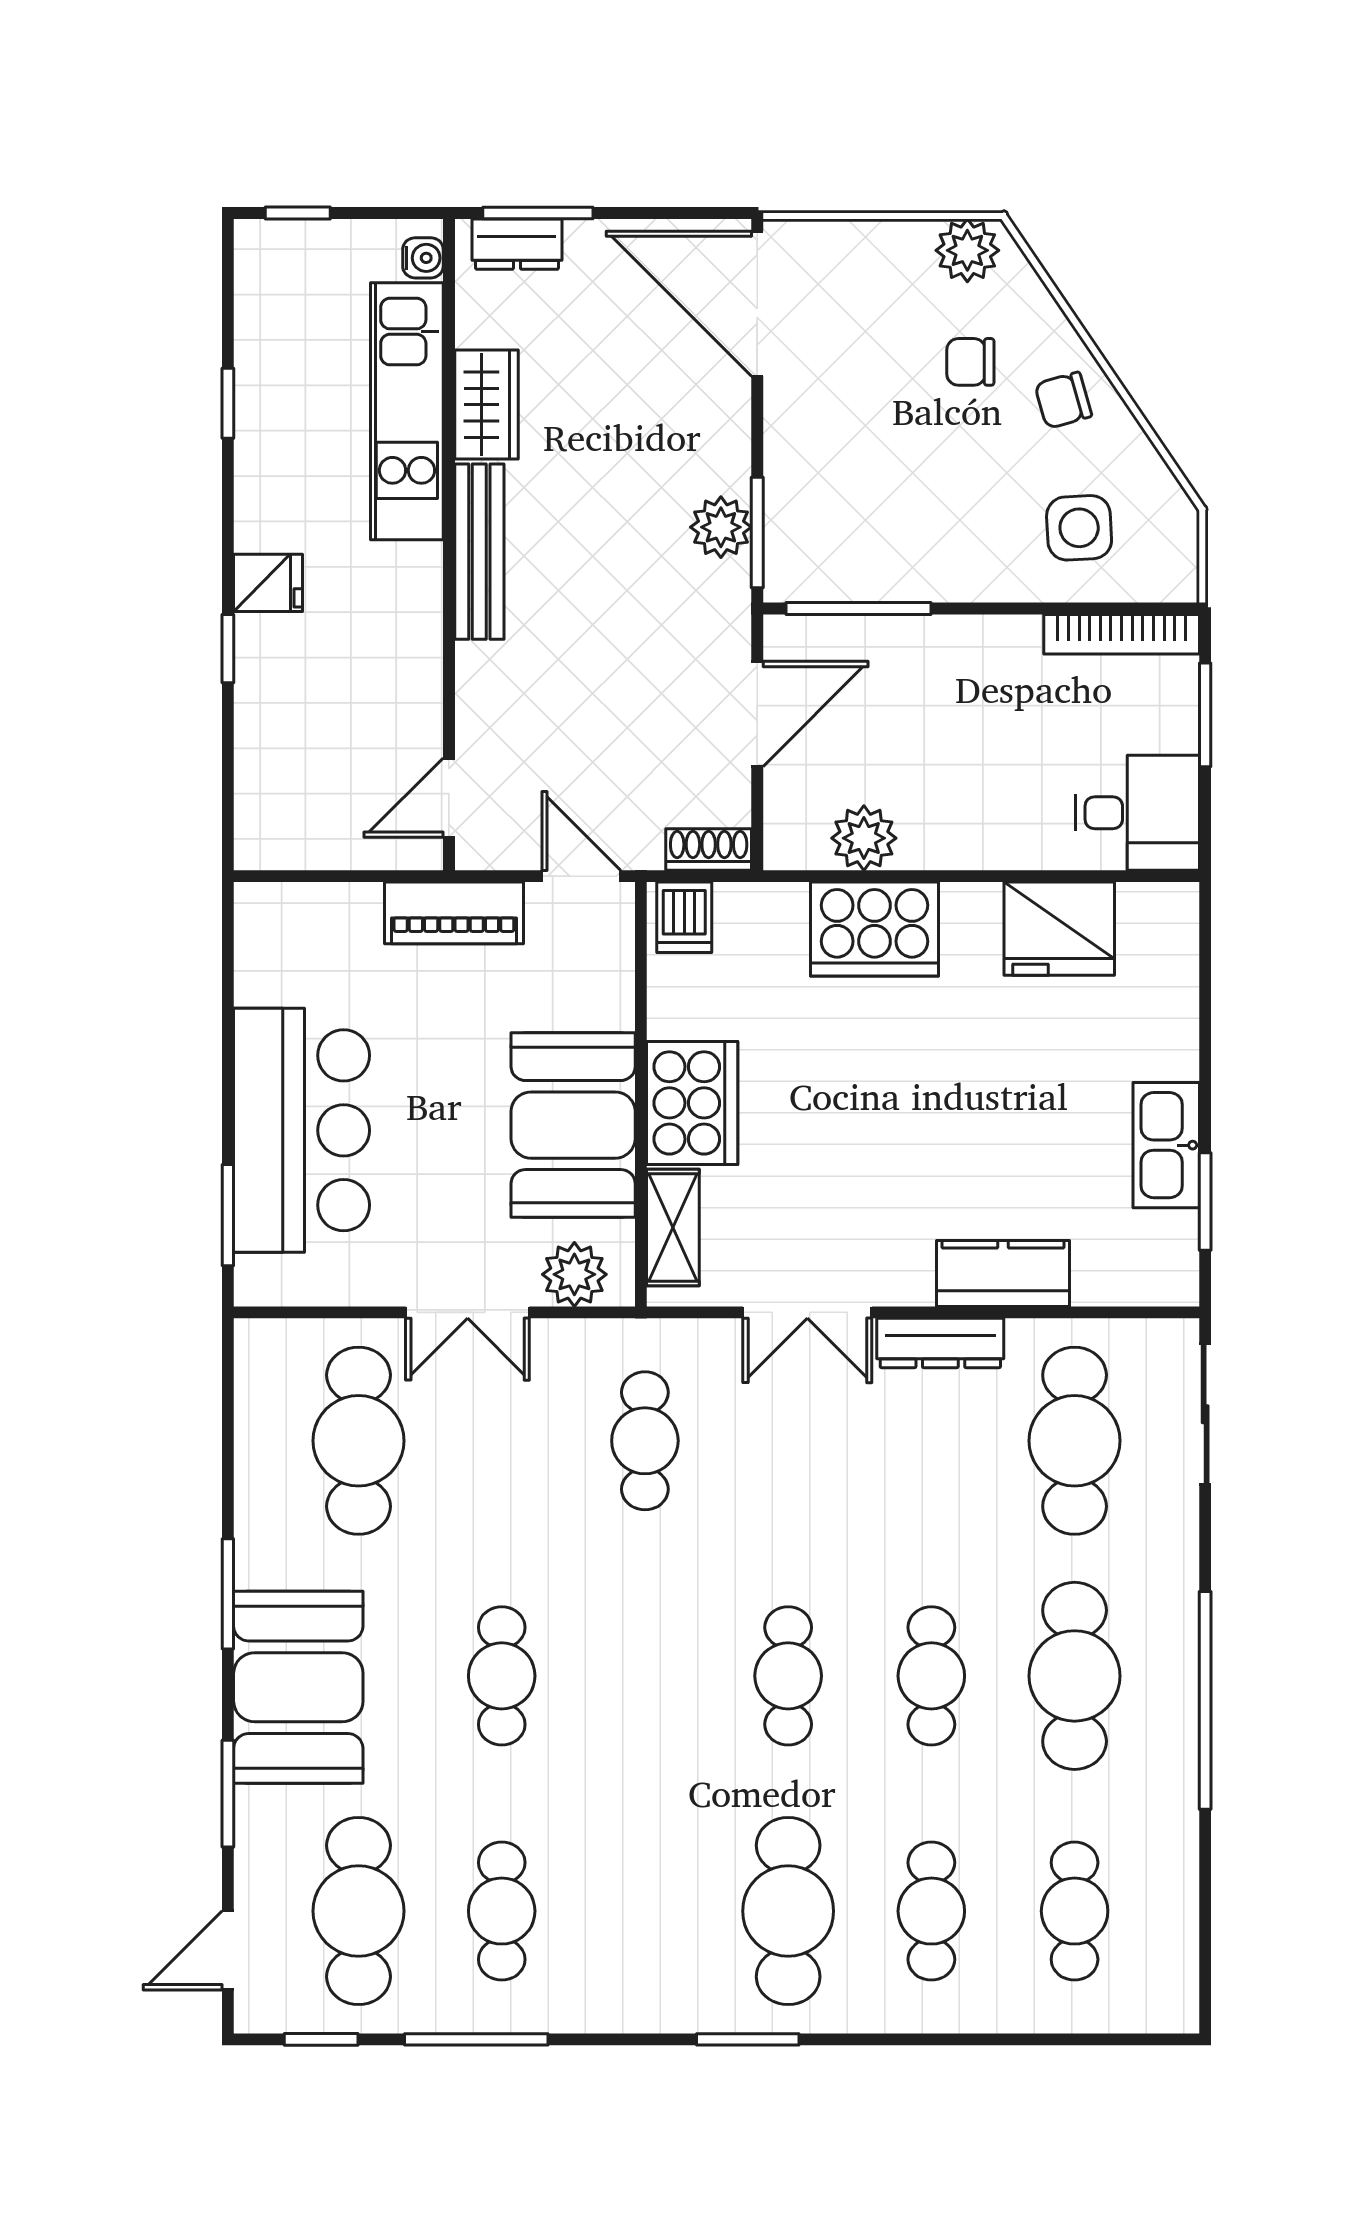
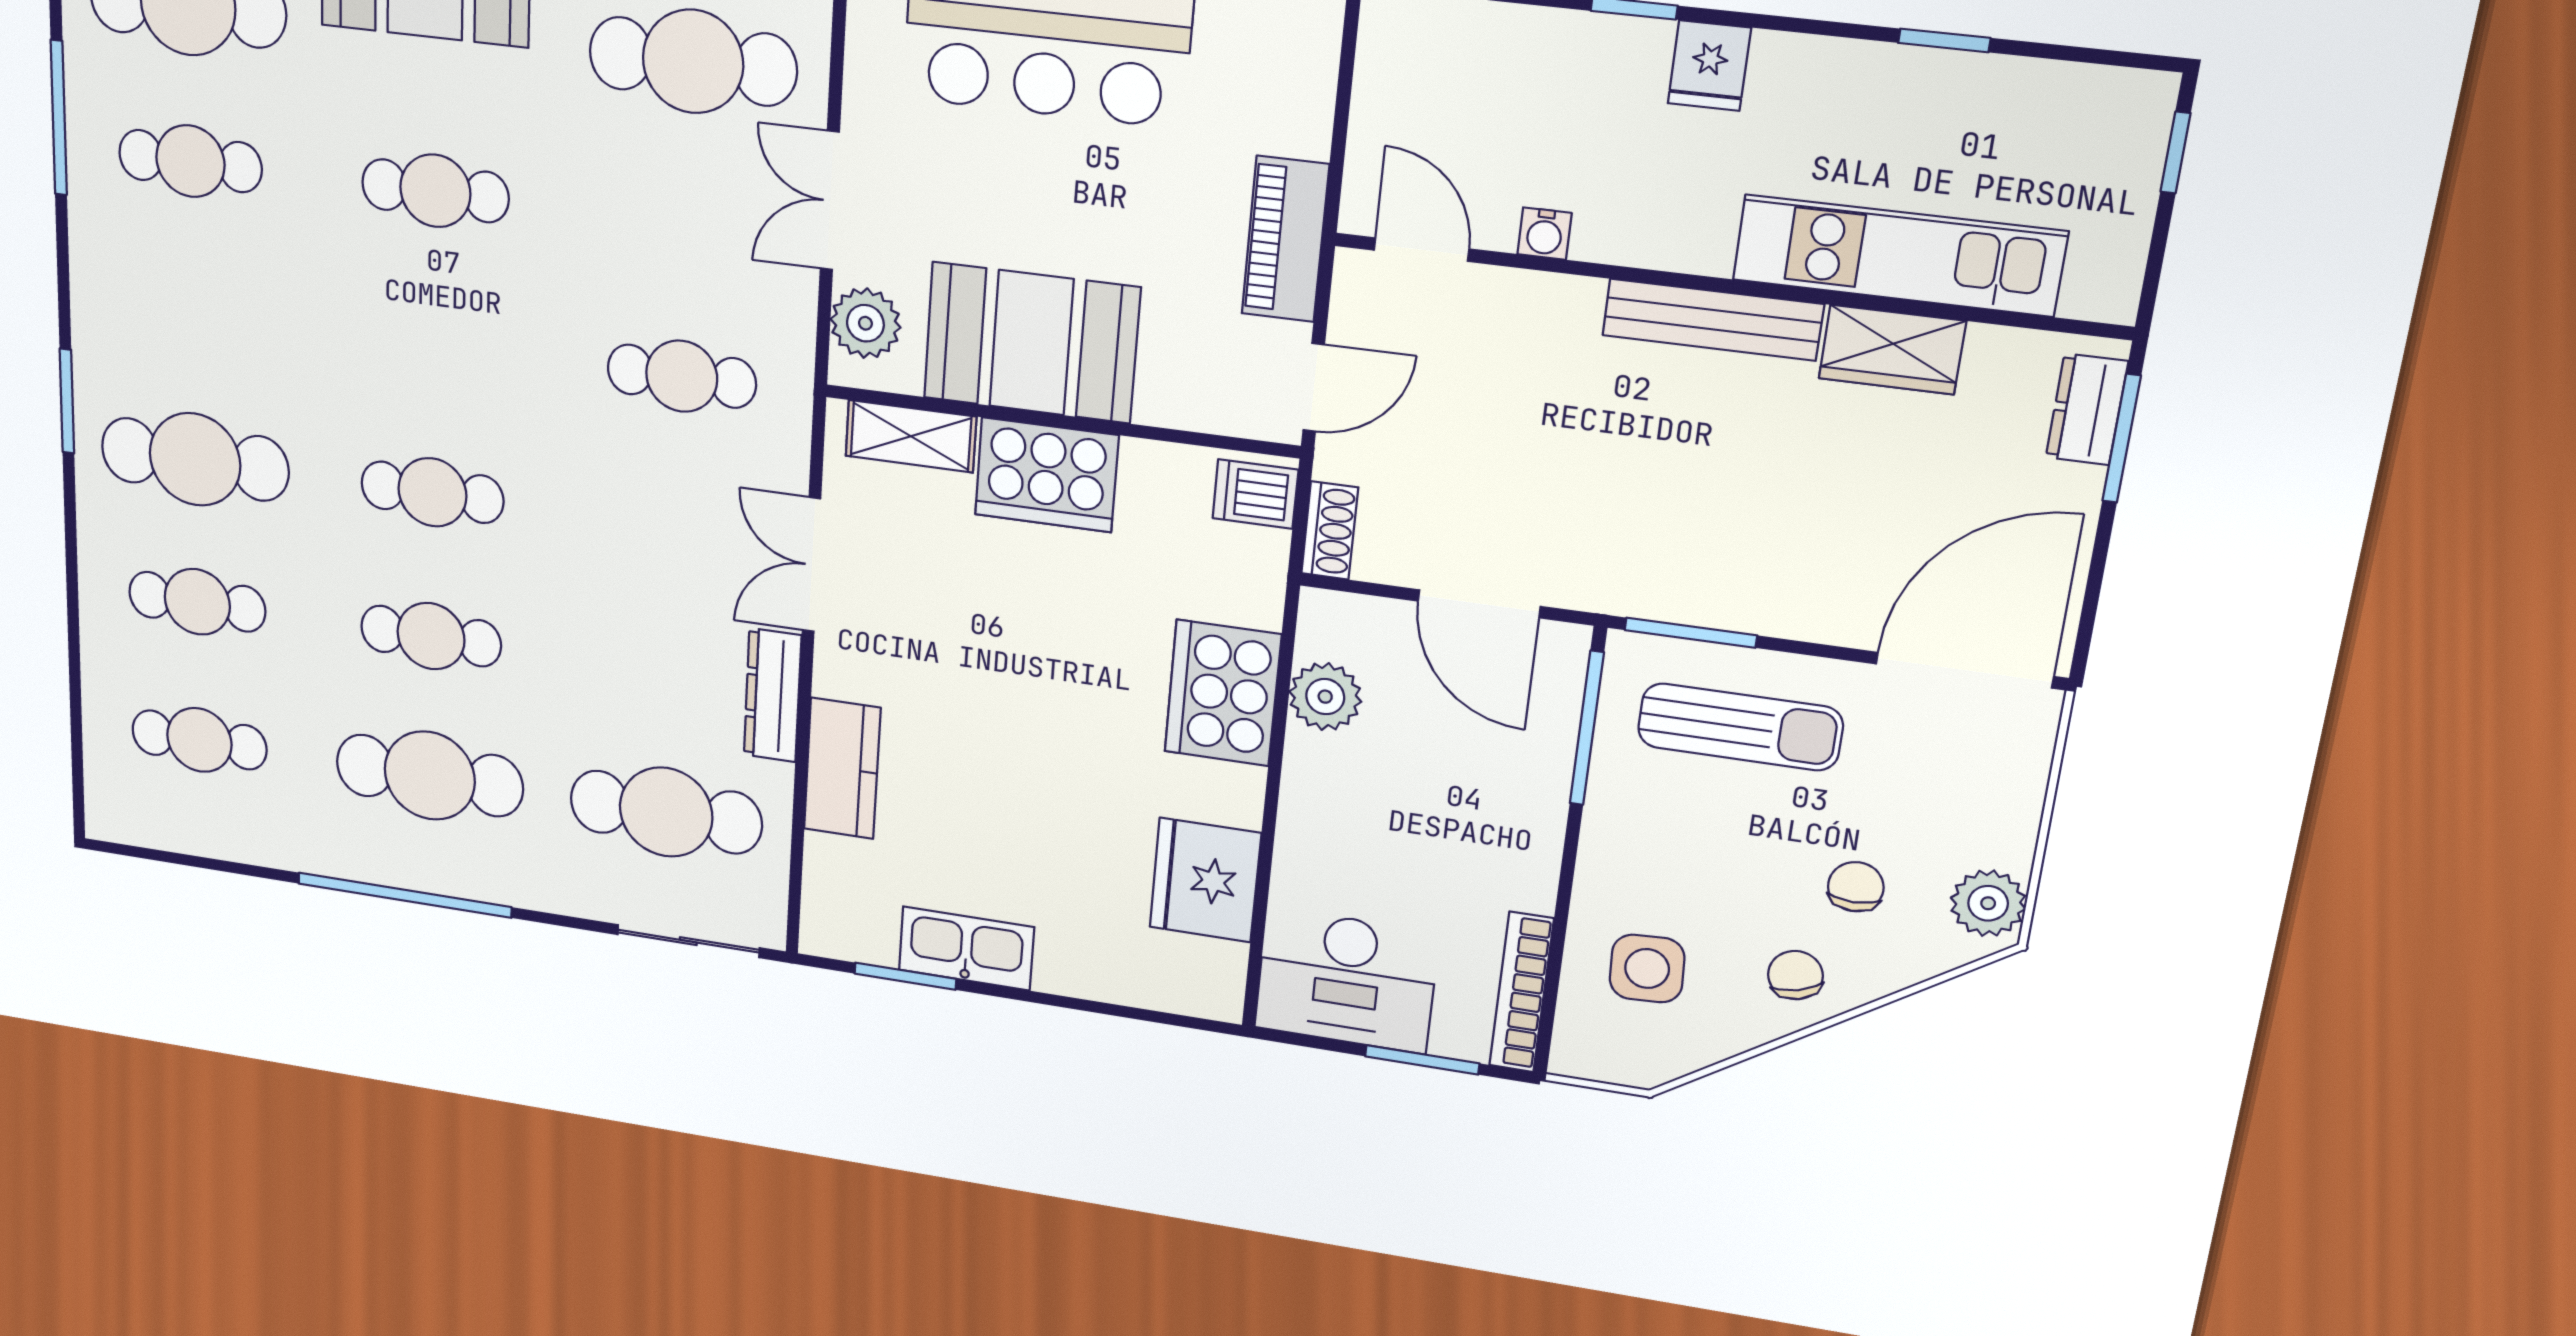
water cooler: (423, 258) -> (1545, 234), moved
sun lounger: (837, 480) -> (1740, 727), added
plant: (721, 527) -> (1703, 594), removed
desk: (1137, 813) -> (1346, 980), width x1.37

